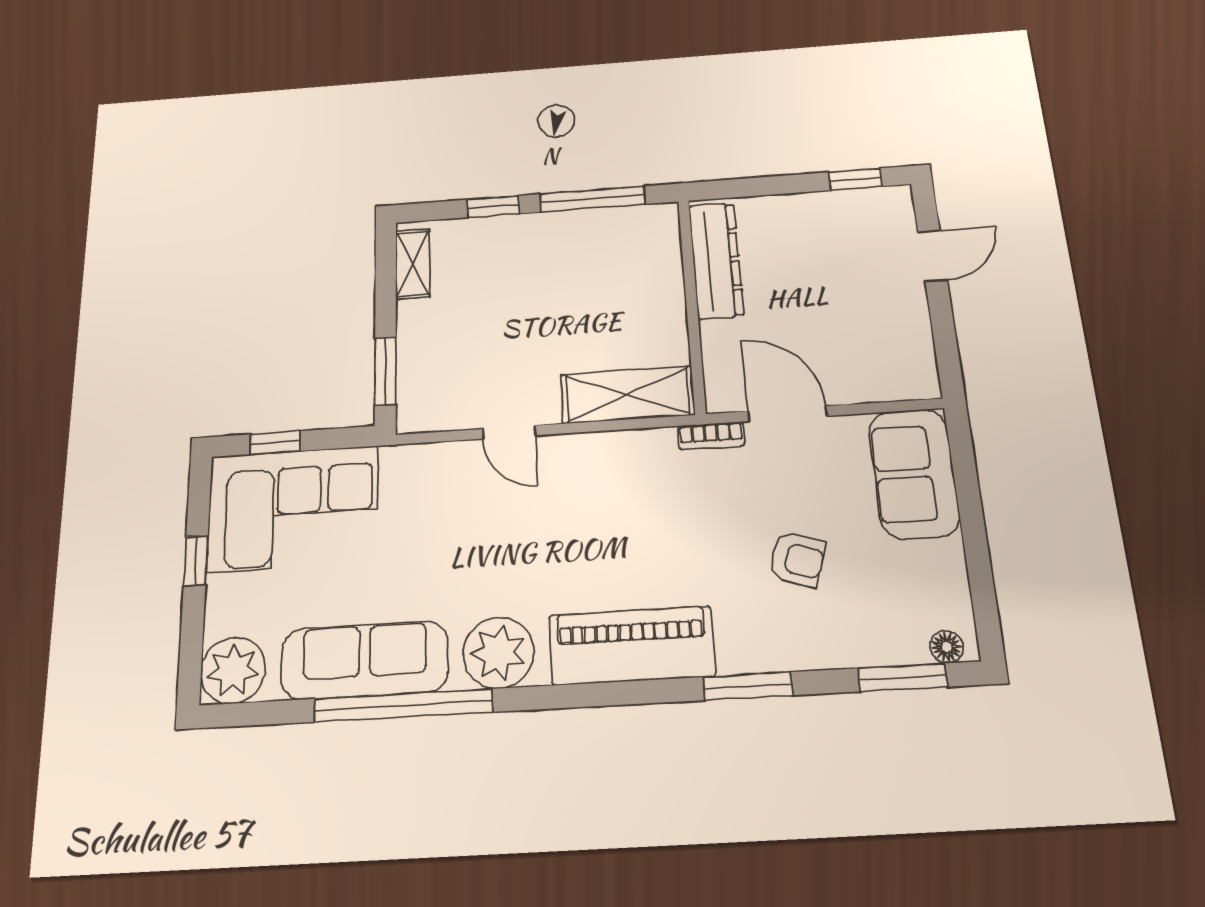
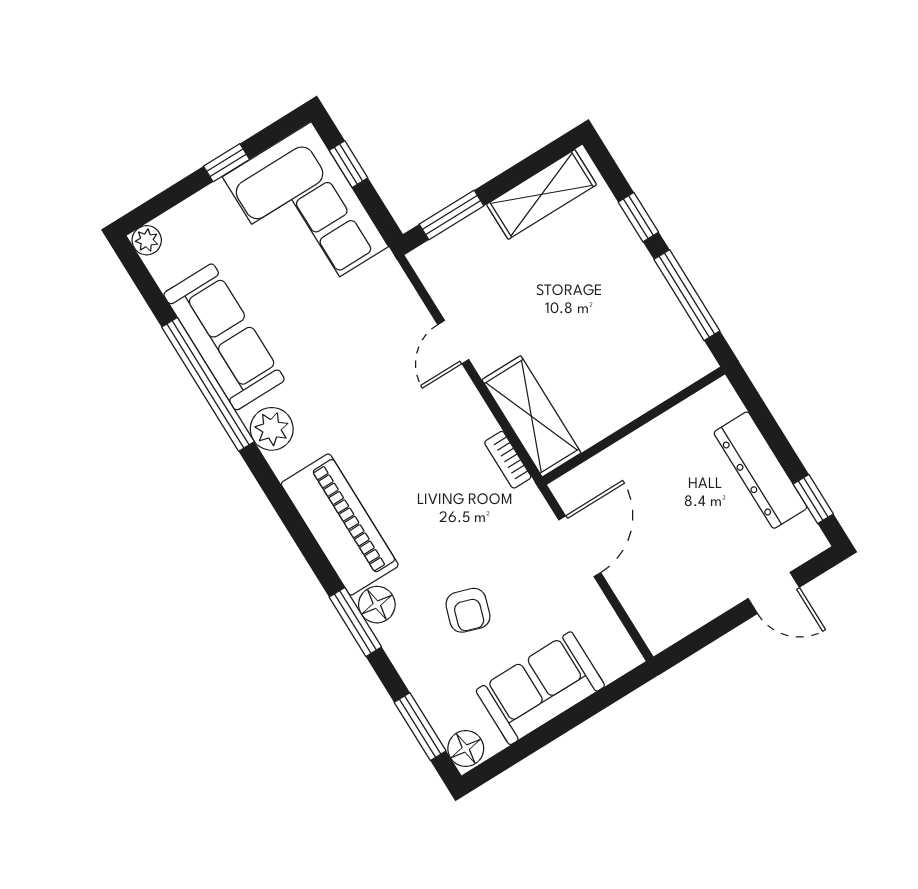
dresser: (716, 260) -> (760, 470), moved, turned 90
shelving: (413, 264) -> (542, 194), width x1.50, depth x1.33
bookcase: (711, 436) -> (508, 460), moved
sofa: (914, 473) -> (540, 688), moved
floor lamp: (947, 647) -> (466, 748), width x1.37, depth x1.37
floor lamp: (741, 652) -> (377, 605), added
plant: (499, 653) -> (272, 429), width x0.73, depth x0.73
plant: (233, 670) -> (147, 240), width x0.53, depth x0.53

